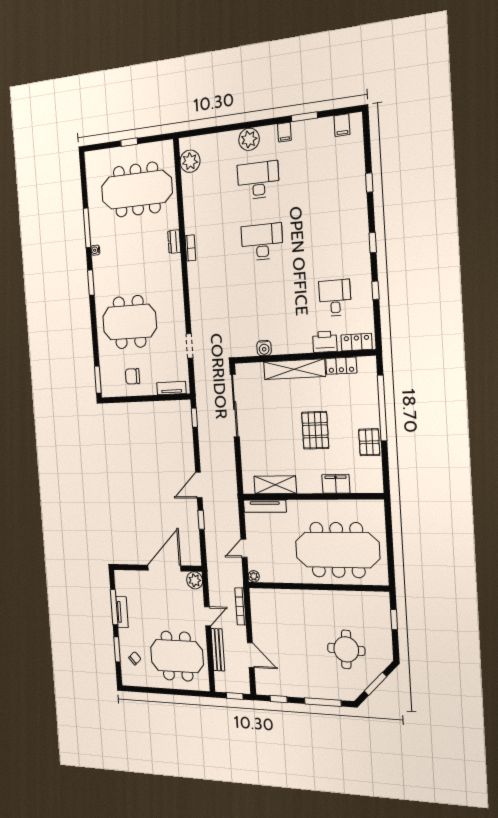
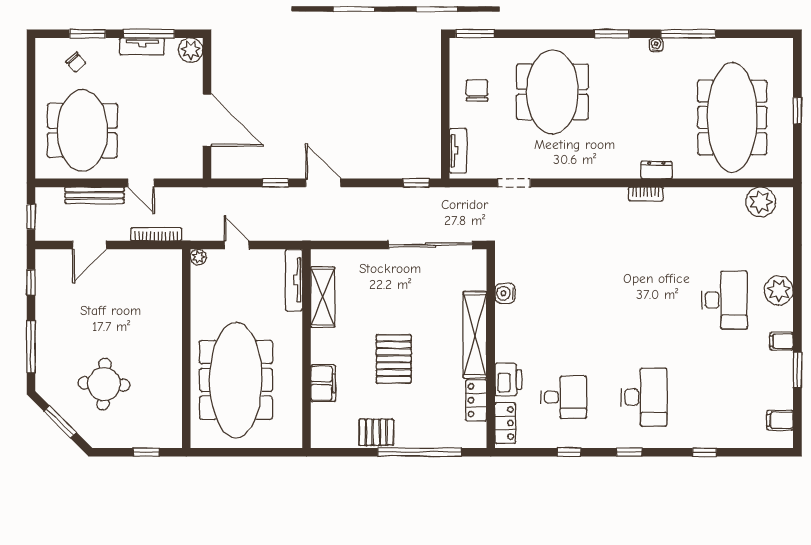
desk: (262, 242) -> (644, 397), moved
pallet: (315, 430) -> (394, 359), turned 90
plant: (195, 580) -> (191, 50), moved

